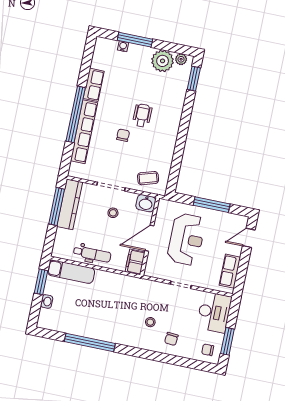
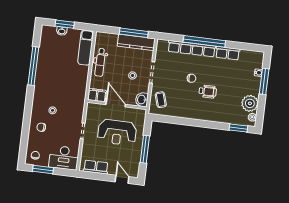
window: (41, 282) -> (65, 24), moved

